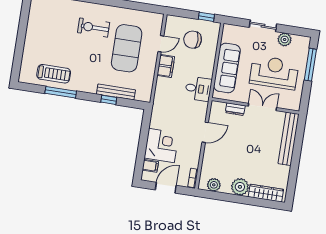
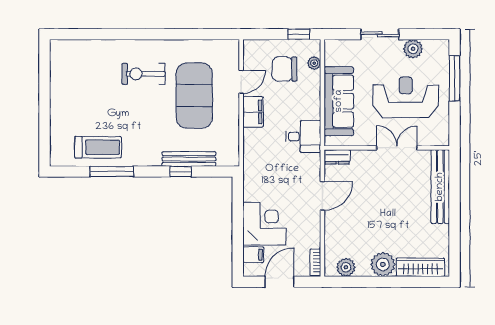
plant: (214, 39) -> (314, 63), added
dresser: (235, 109) -> (337, 157), moved

